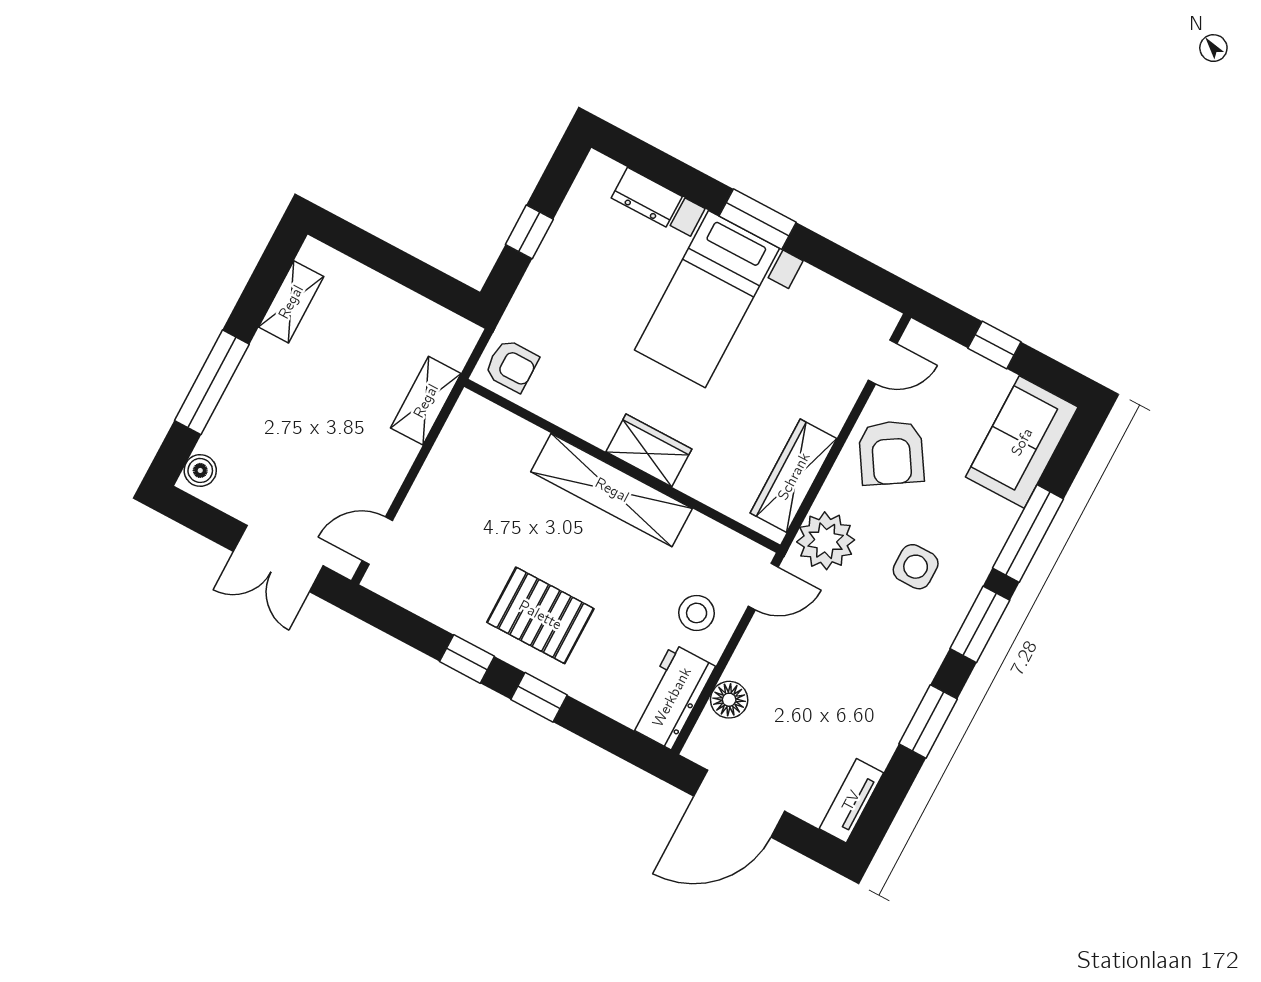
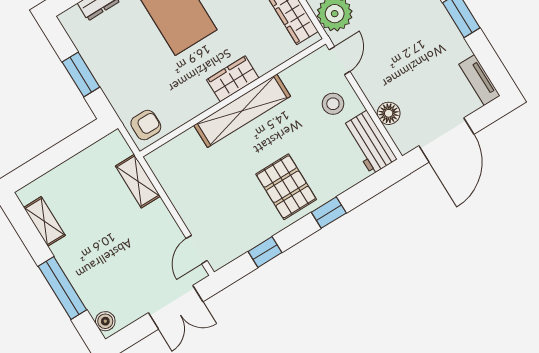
window: (529, 232) -> (81, 75), width x1.50
pallet: (540, 615) -> (286, 187), turned 90
window: (467, 659) -> (265, 252), moved

